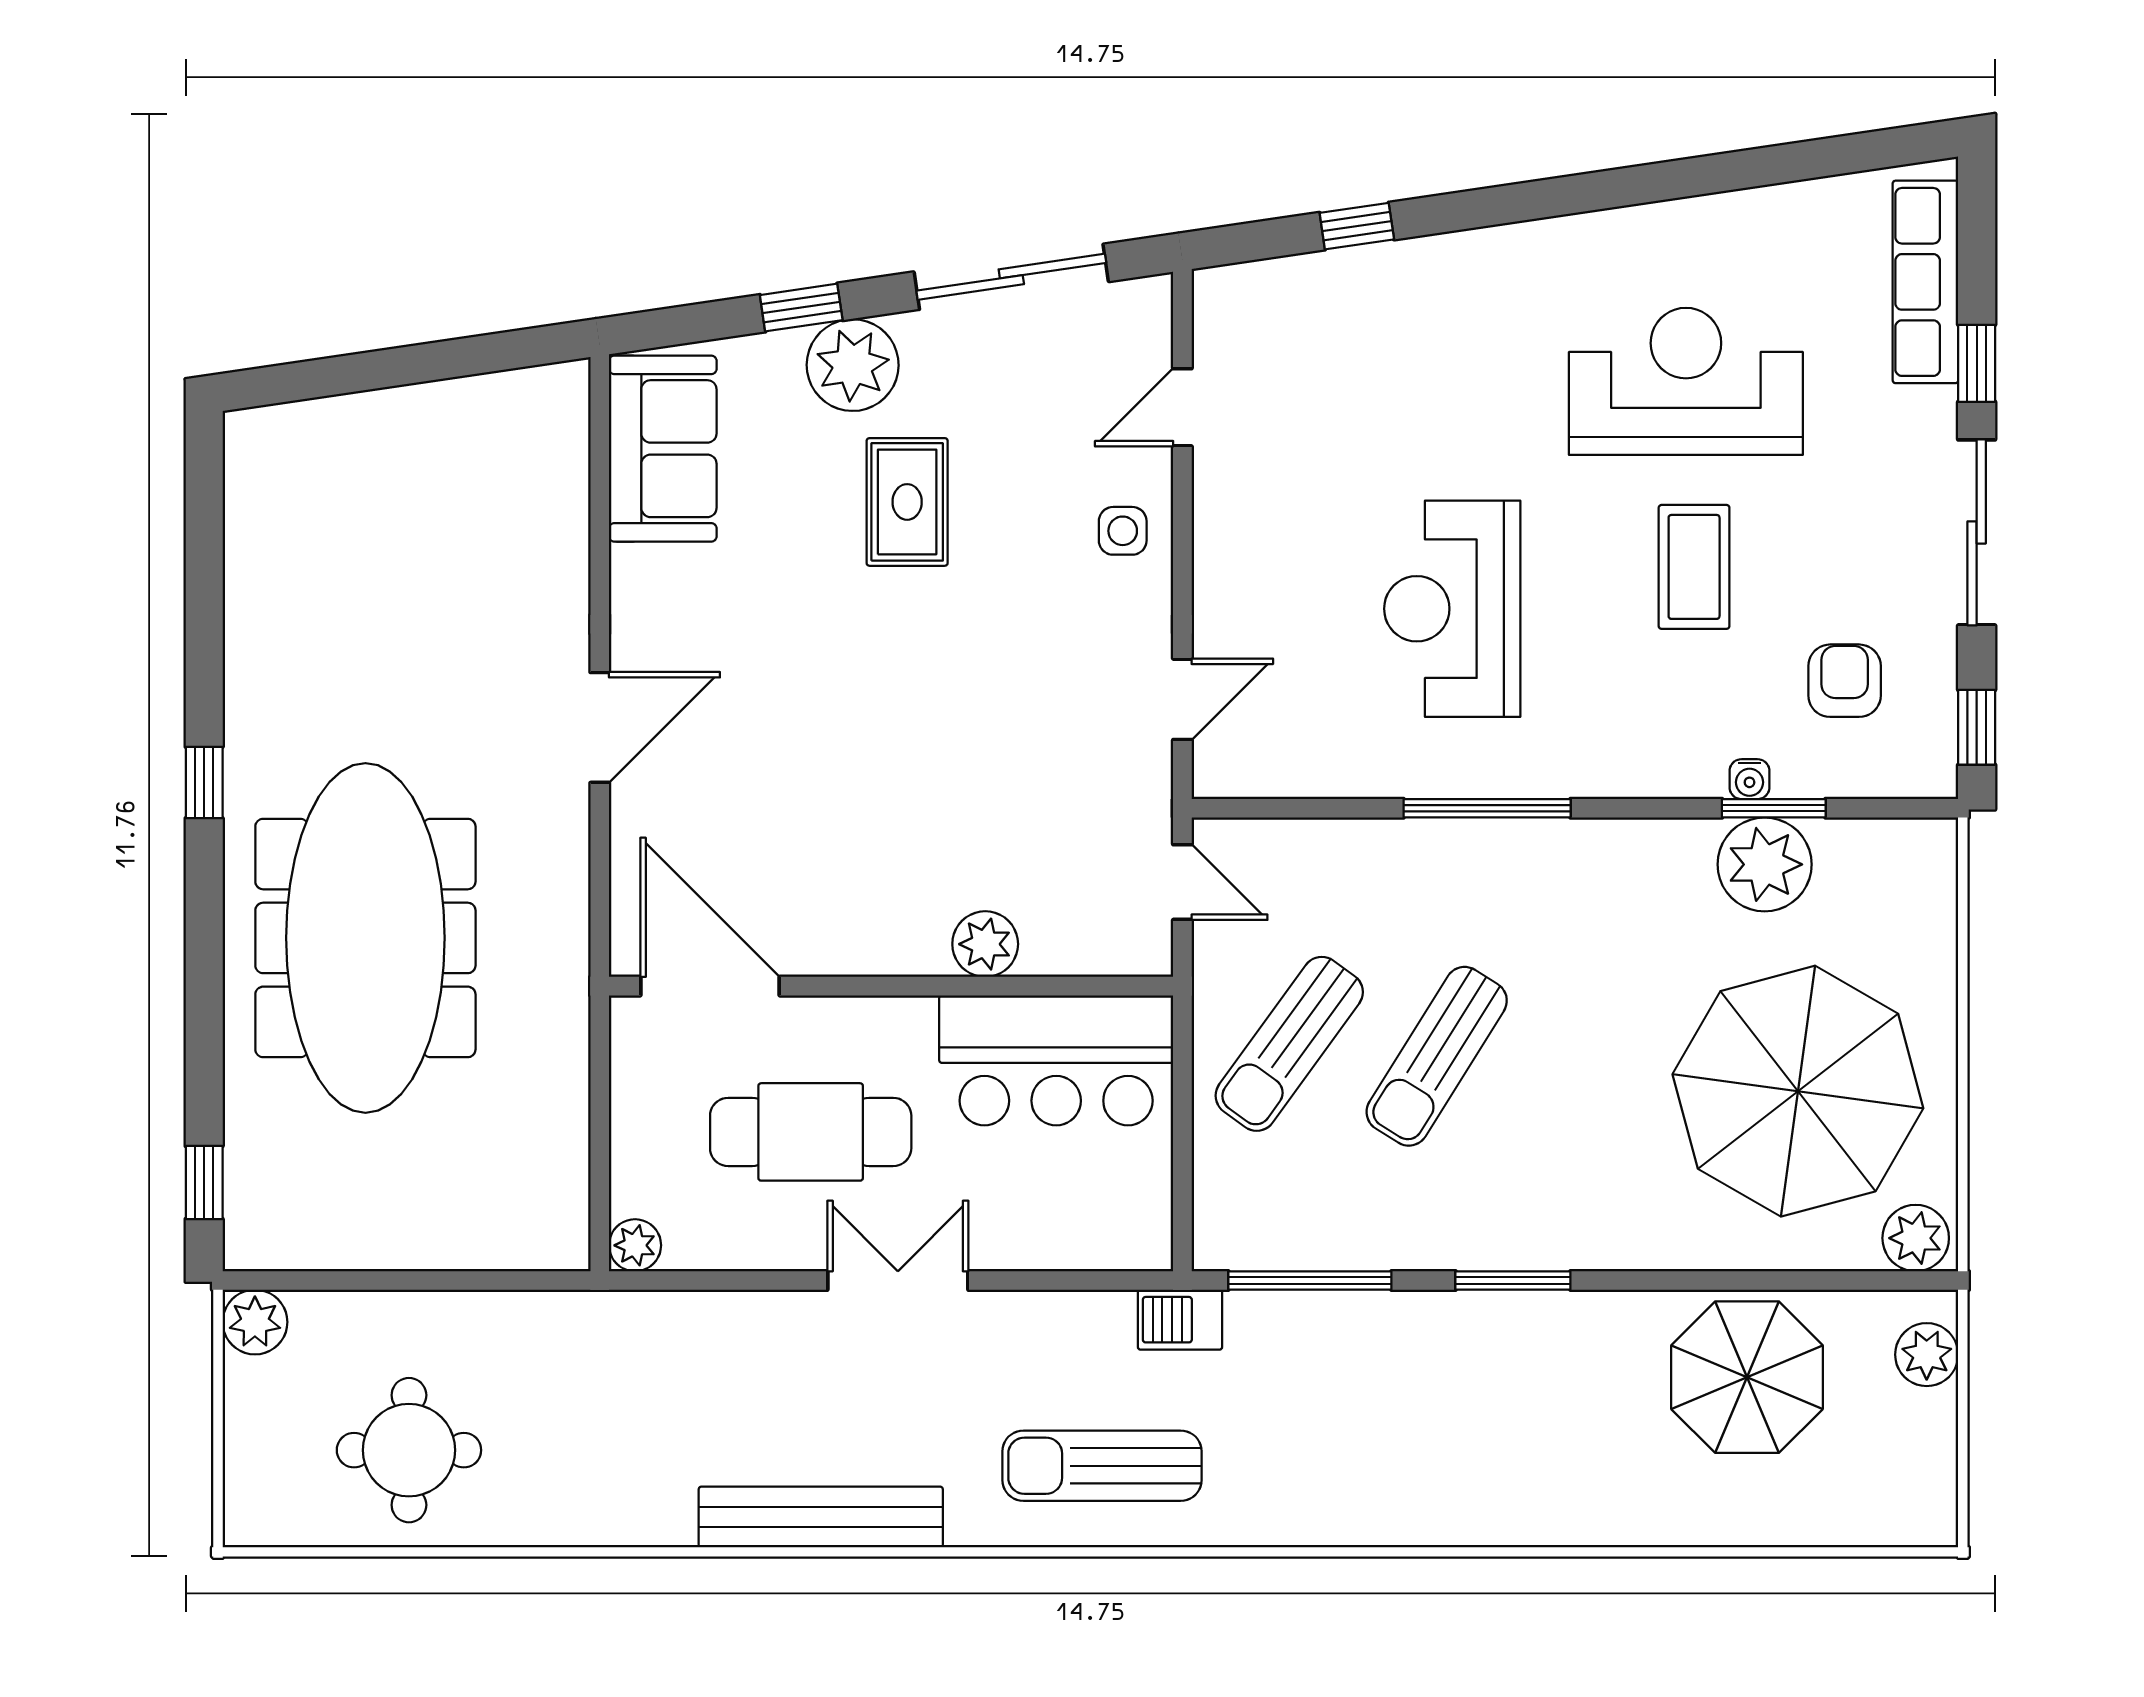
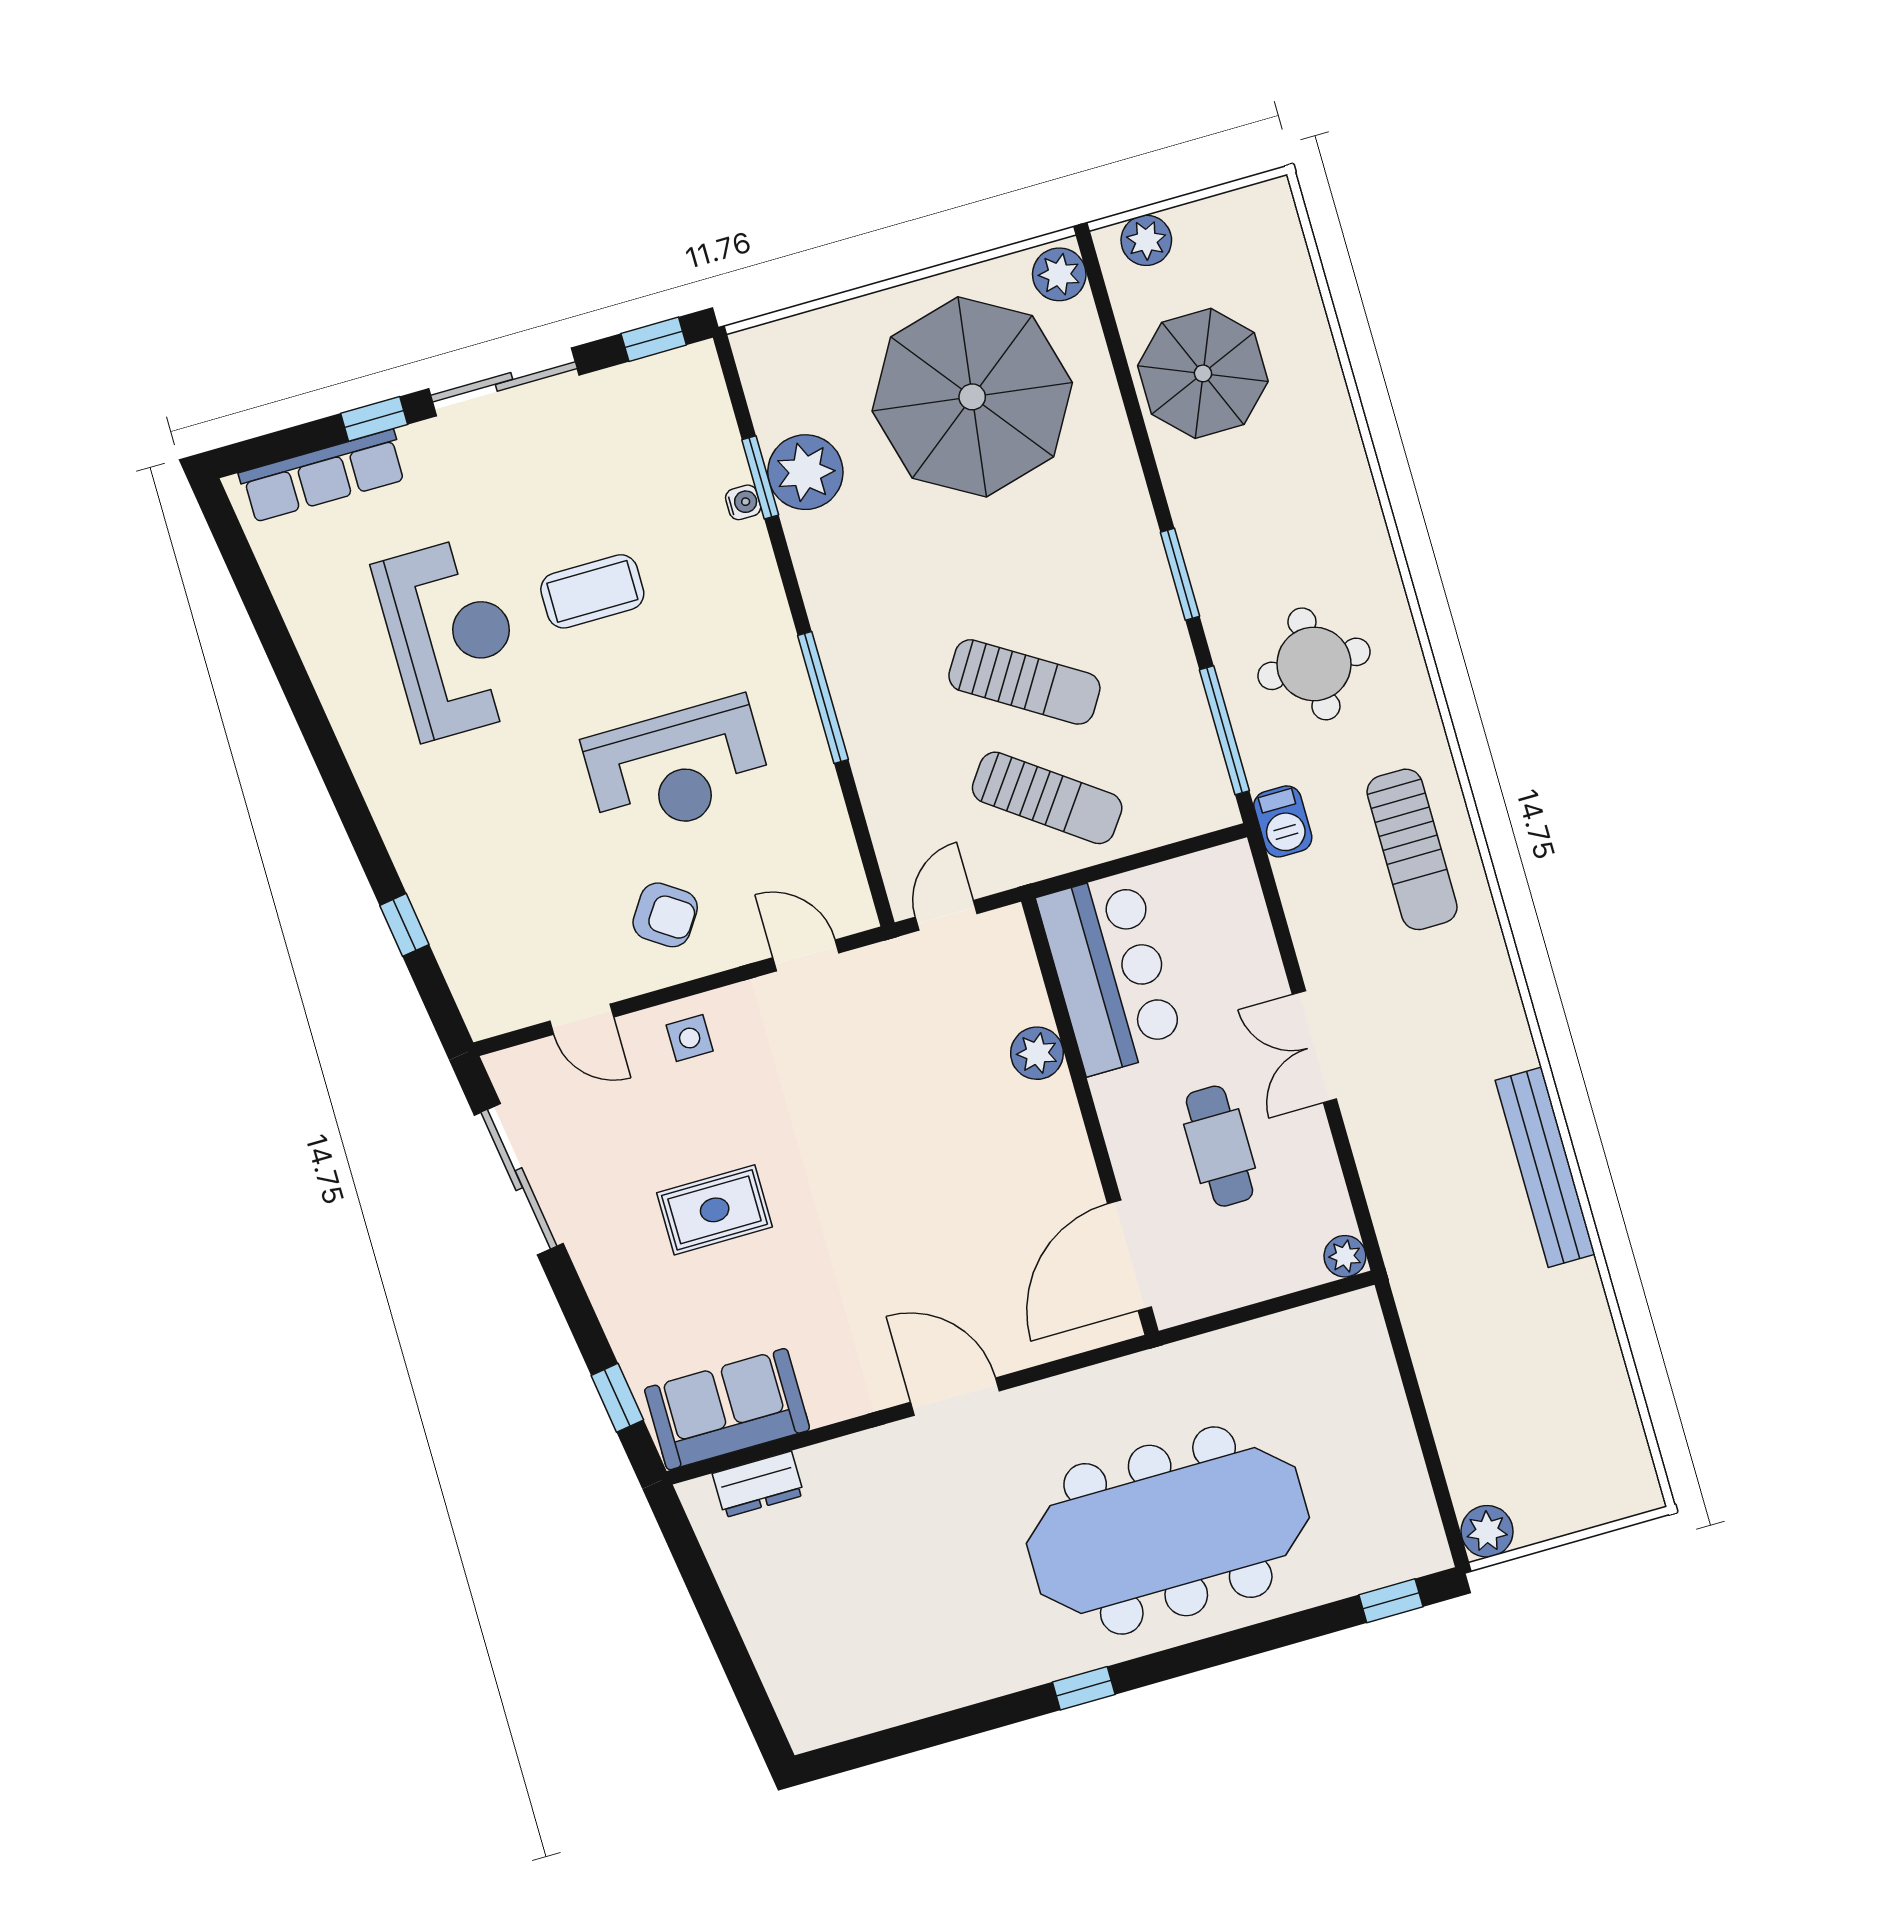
window: (801, 308) -> (617, 1398), moved
plant: (853, 365) -> (621, 1282), removed
reception desk: (1686, 381) -> (452, 638), turned 180
dresser: (562, 460) -> (758, 1484), added
armchair: (1845, 681) -> (665, 915), moved, turned -146
cafe table: (811, 1132) -> (1219, 1146), width x0.73, depth x0.74
round table: (409, 1450) -> (1314, 664), moved
bench: (821, 1517) -> (1545, 1167), moved

